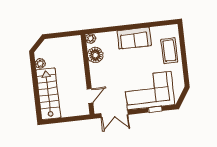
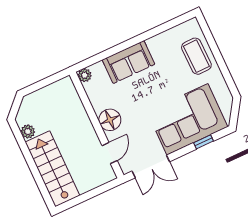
sofa: (134, 38) -> (129, 62), moved
floor lamp: (95, 55) -> (110, 120), moved

